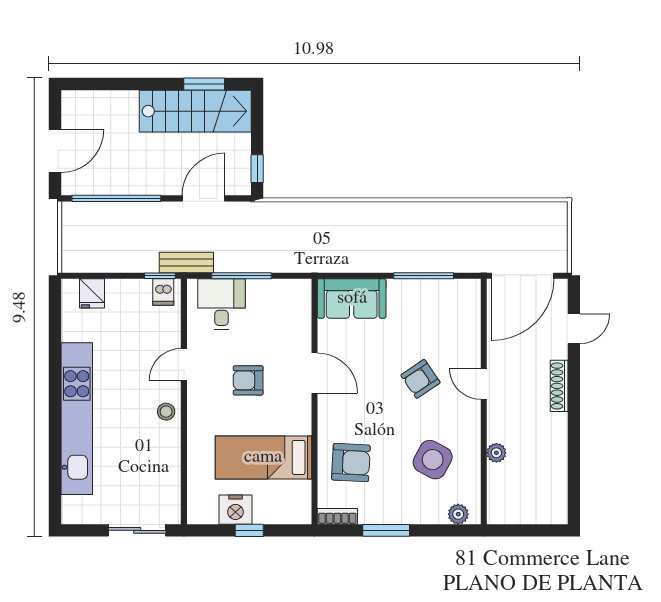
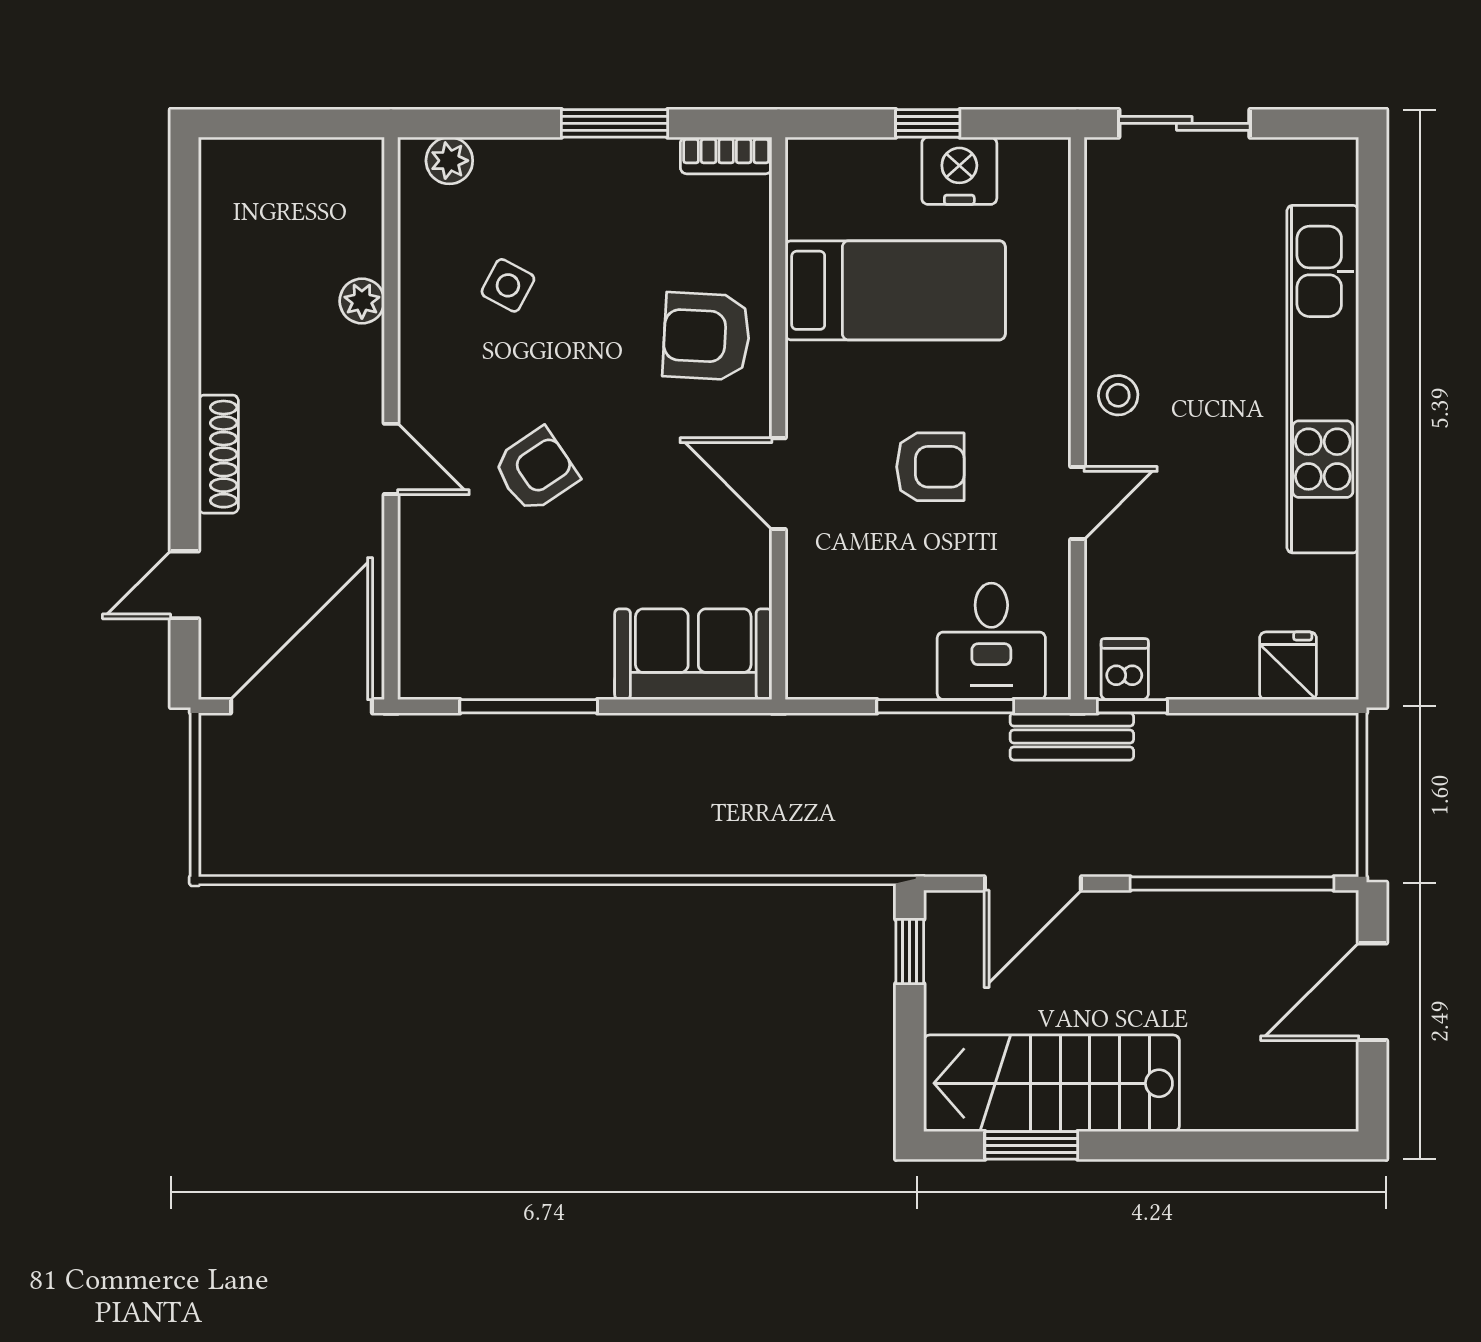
side table: (433, 460) -> (508, 285), width x0.54, depth x0.54
armchair: (351, 463) -> (706, 336), moved

